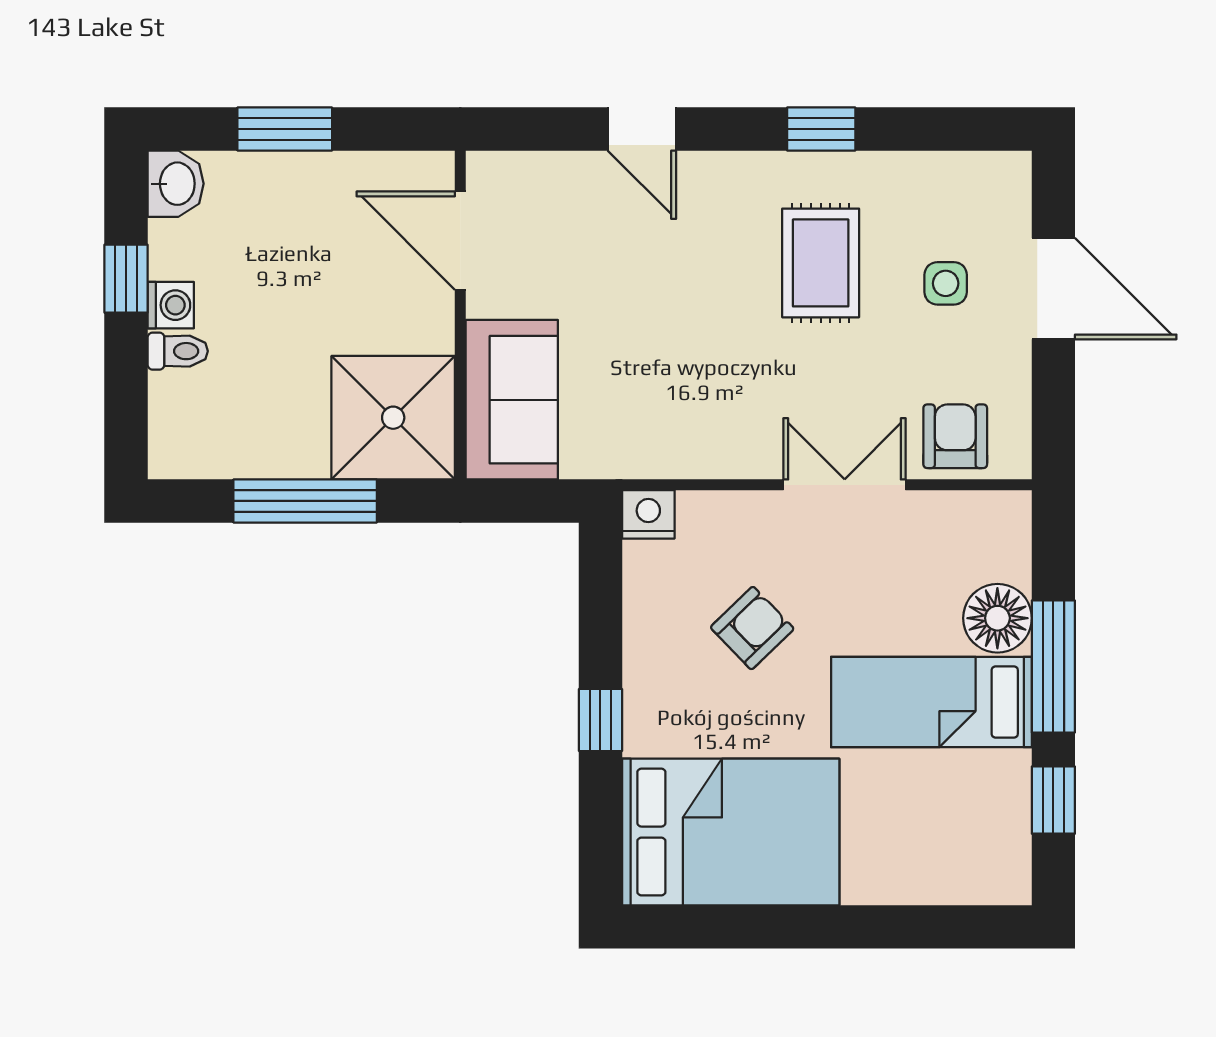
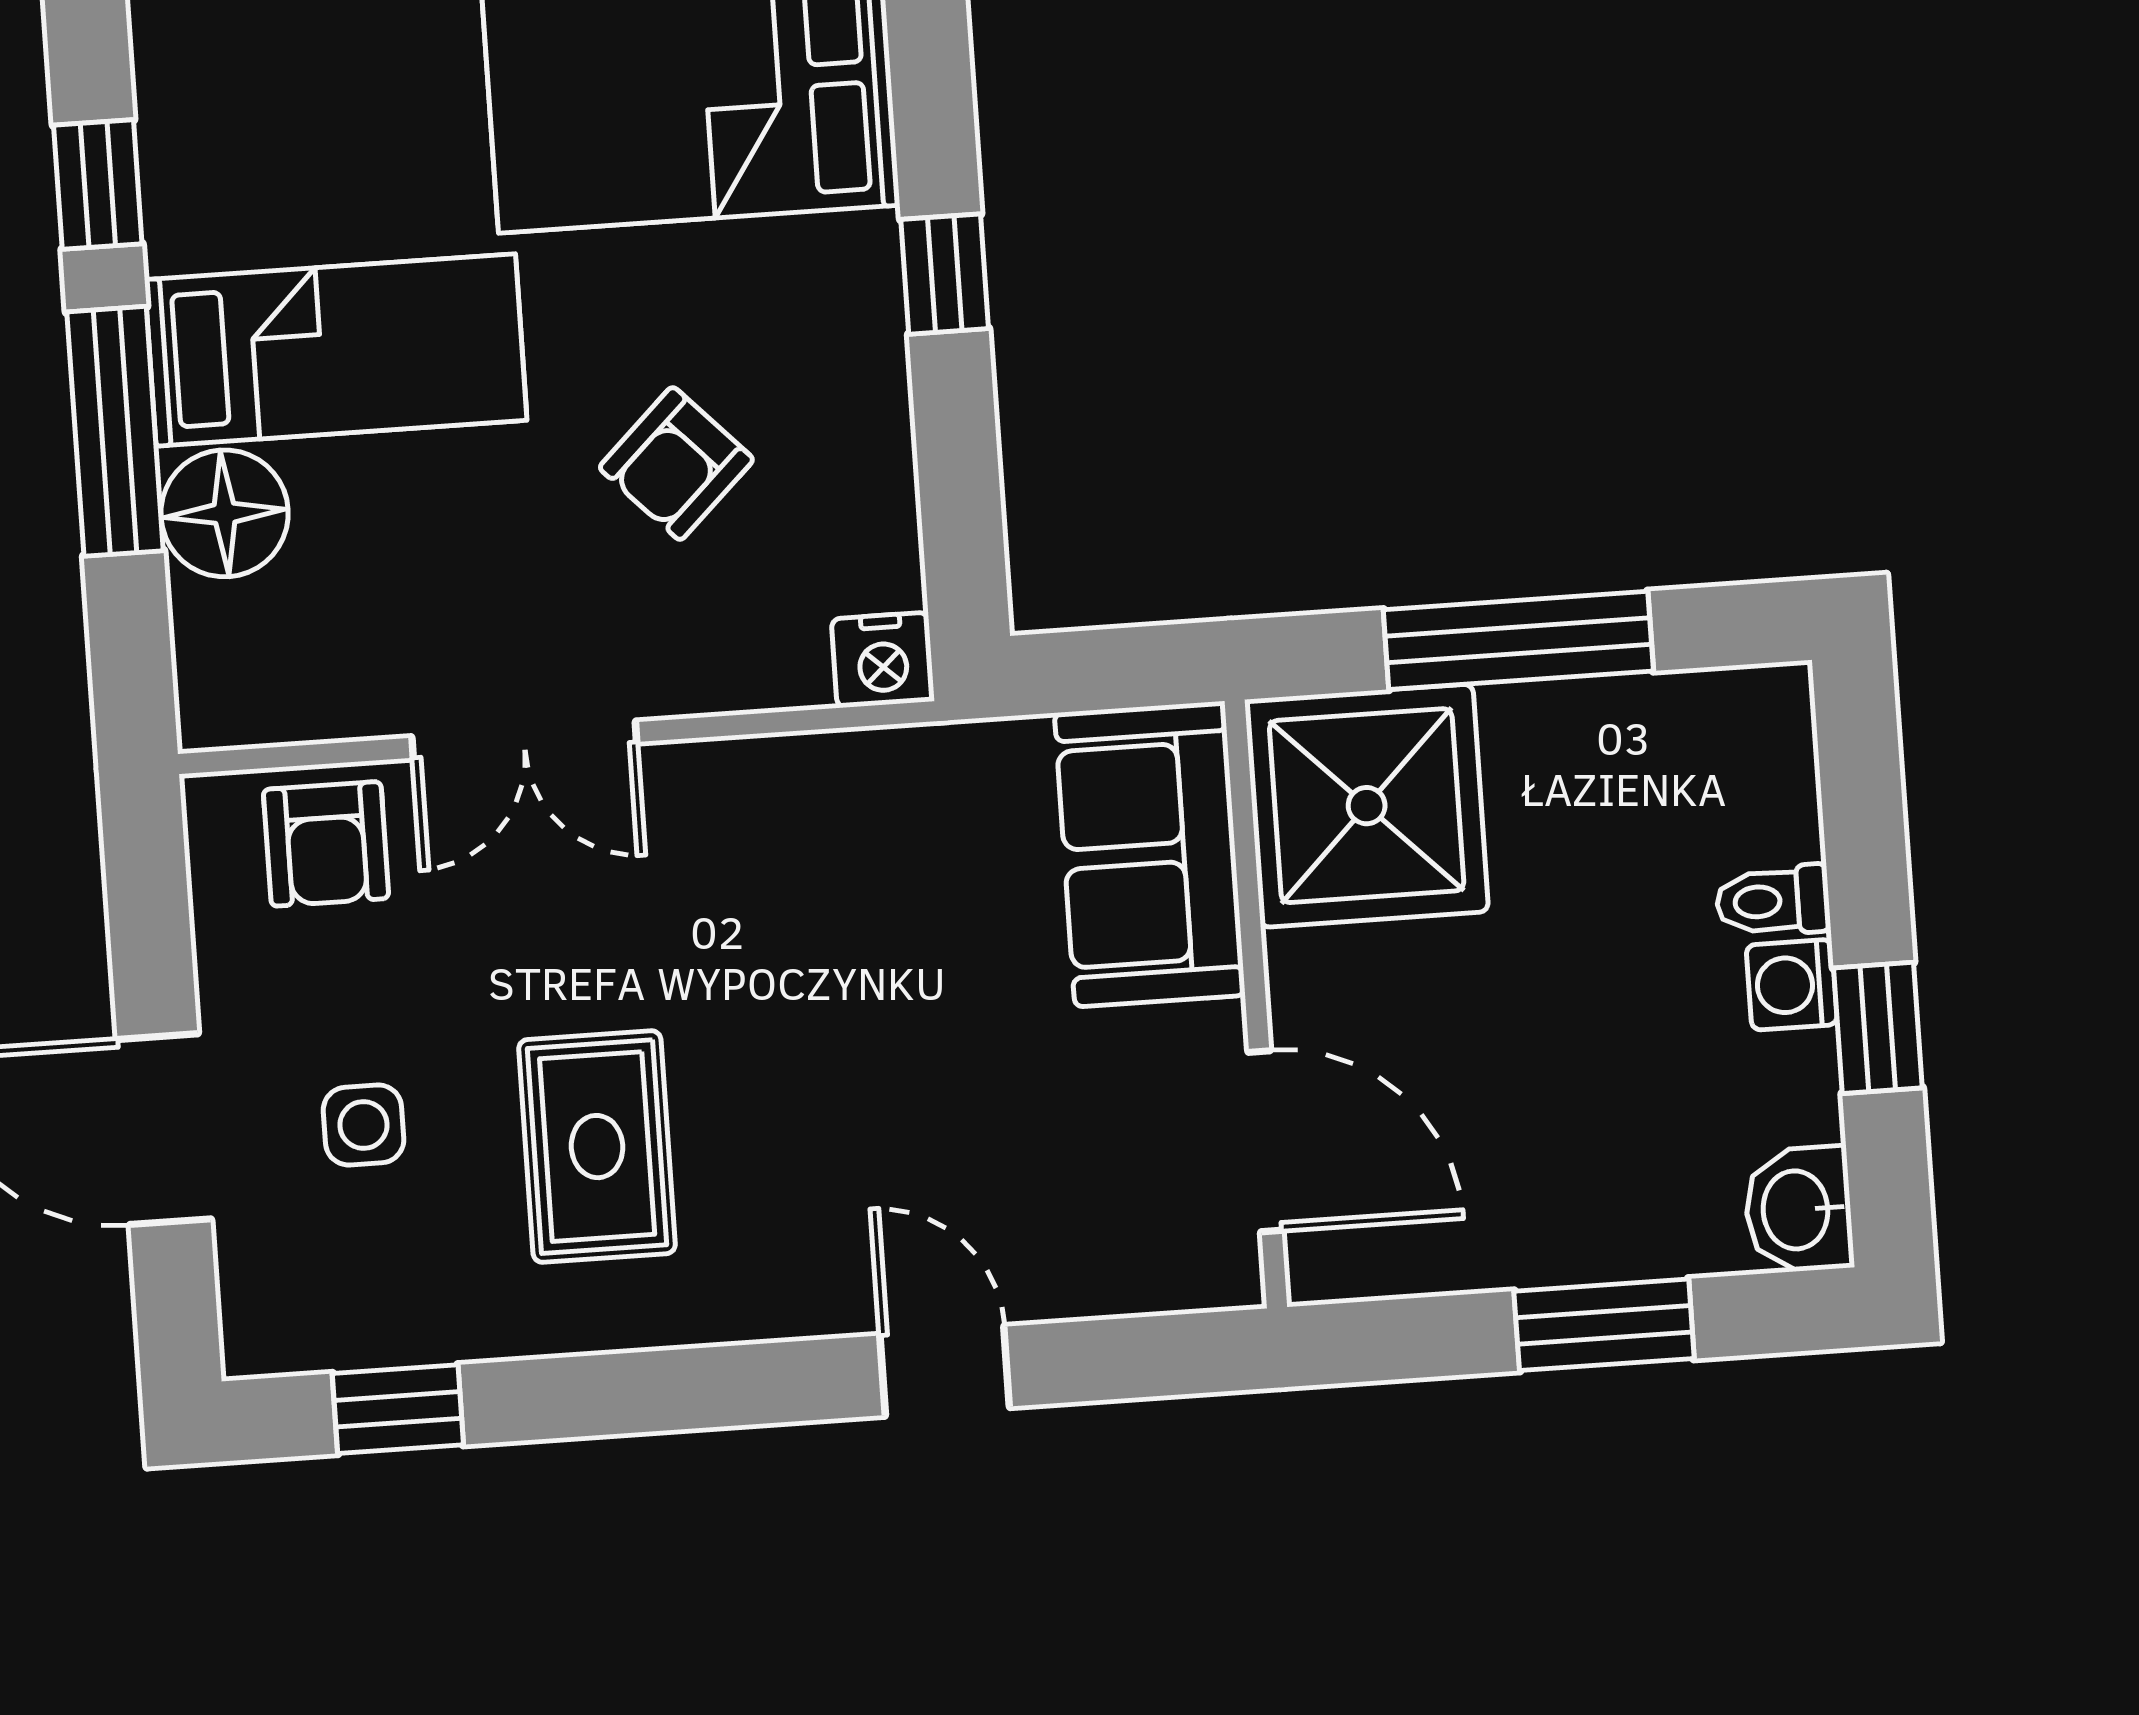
window: (821, 129) -> (398, 1409), moved

